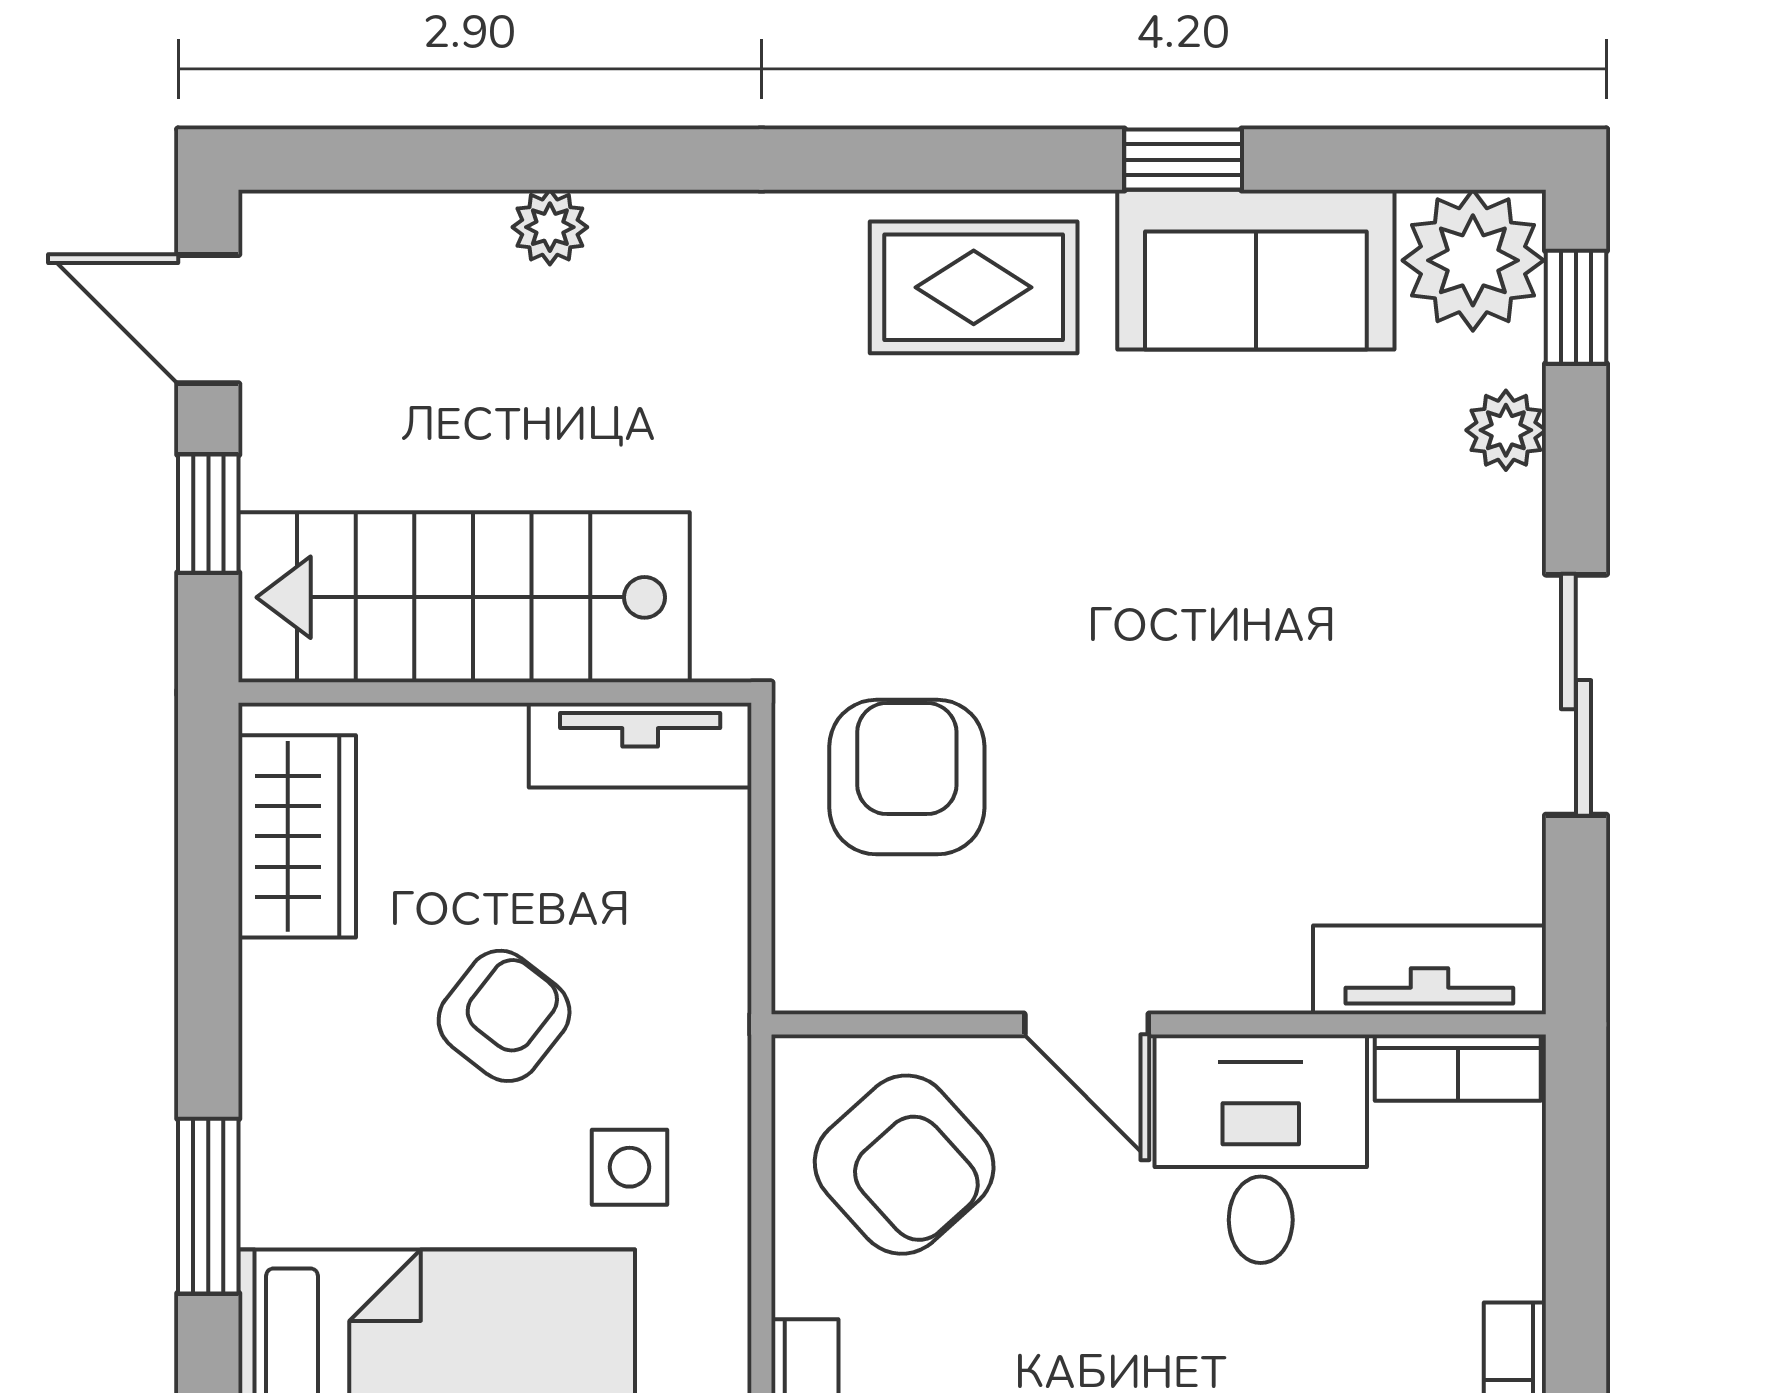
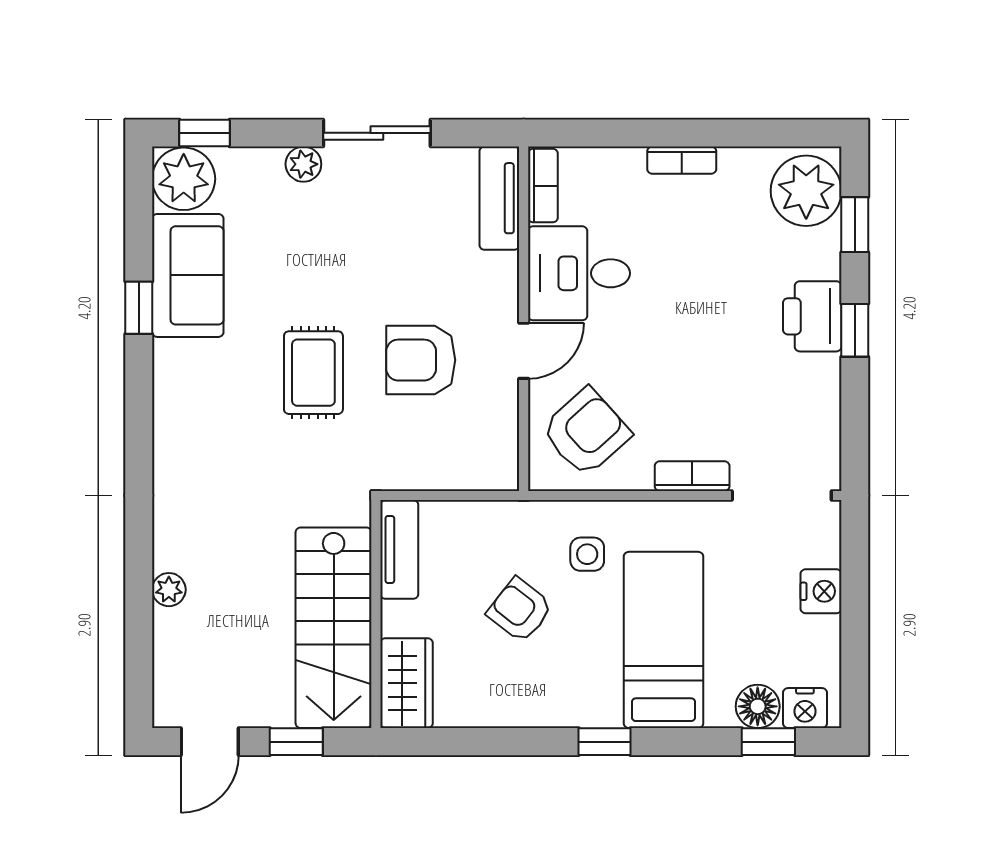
rug: (974, 287) -> (313, 373), moved
plant: (1506, 430) -> (303, 164), moved
armchair: (907, 777) -> (421, 360), moved
wardrobe: (297, 836) -> (407, 683), moved, turned 90
window: (208, 1206) -> (604, 742), width x0.67

